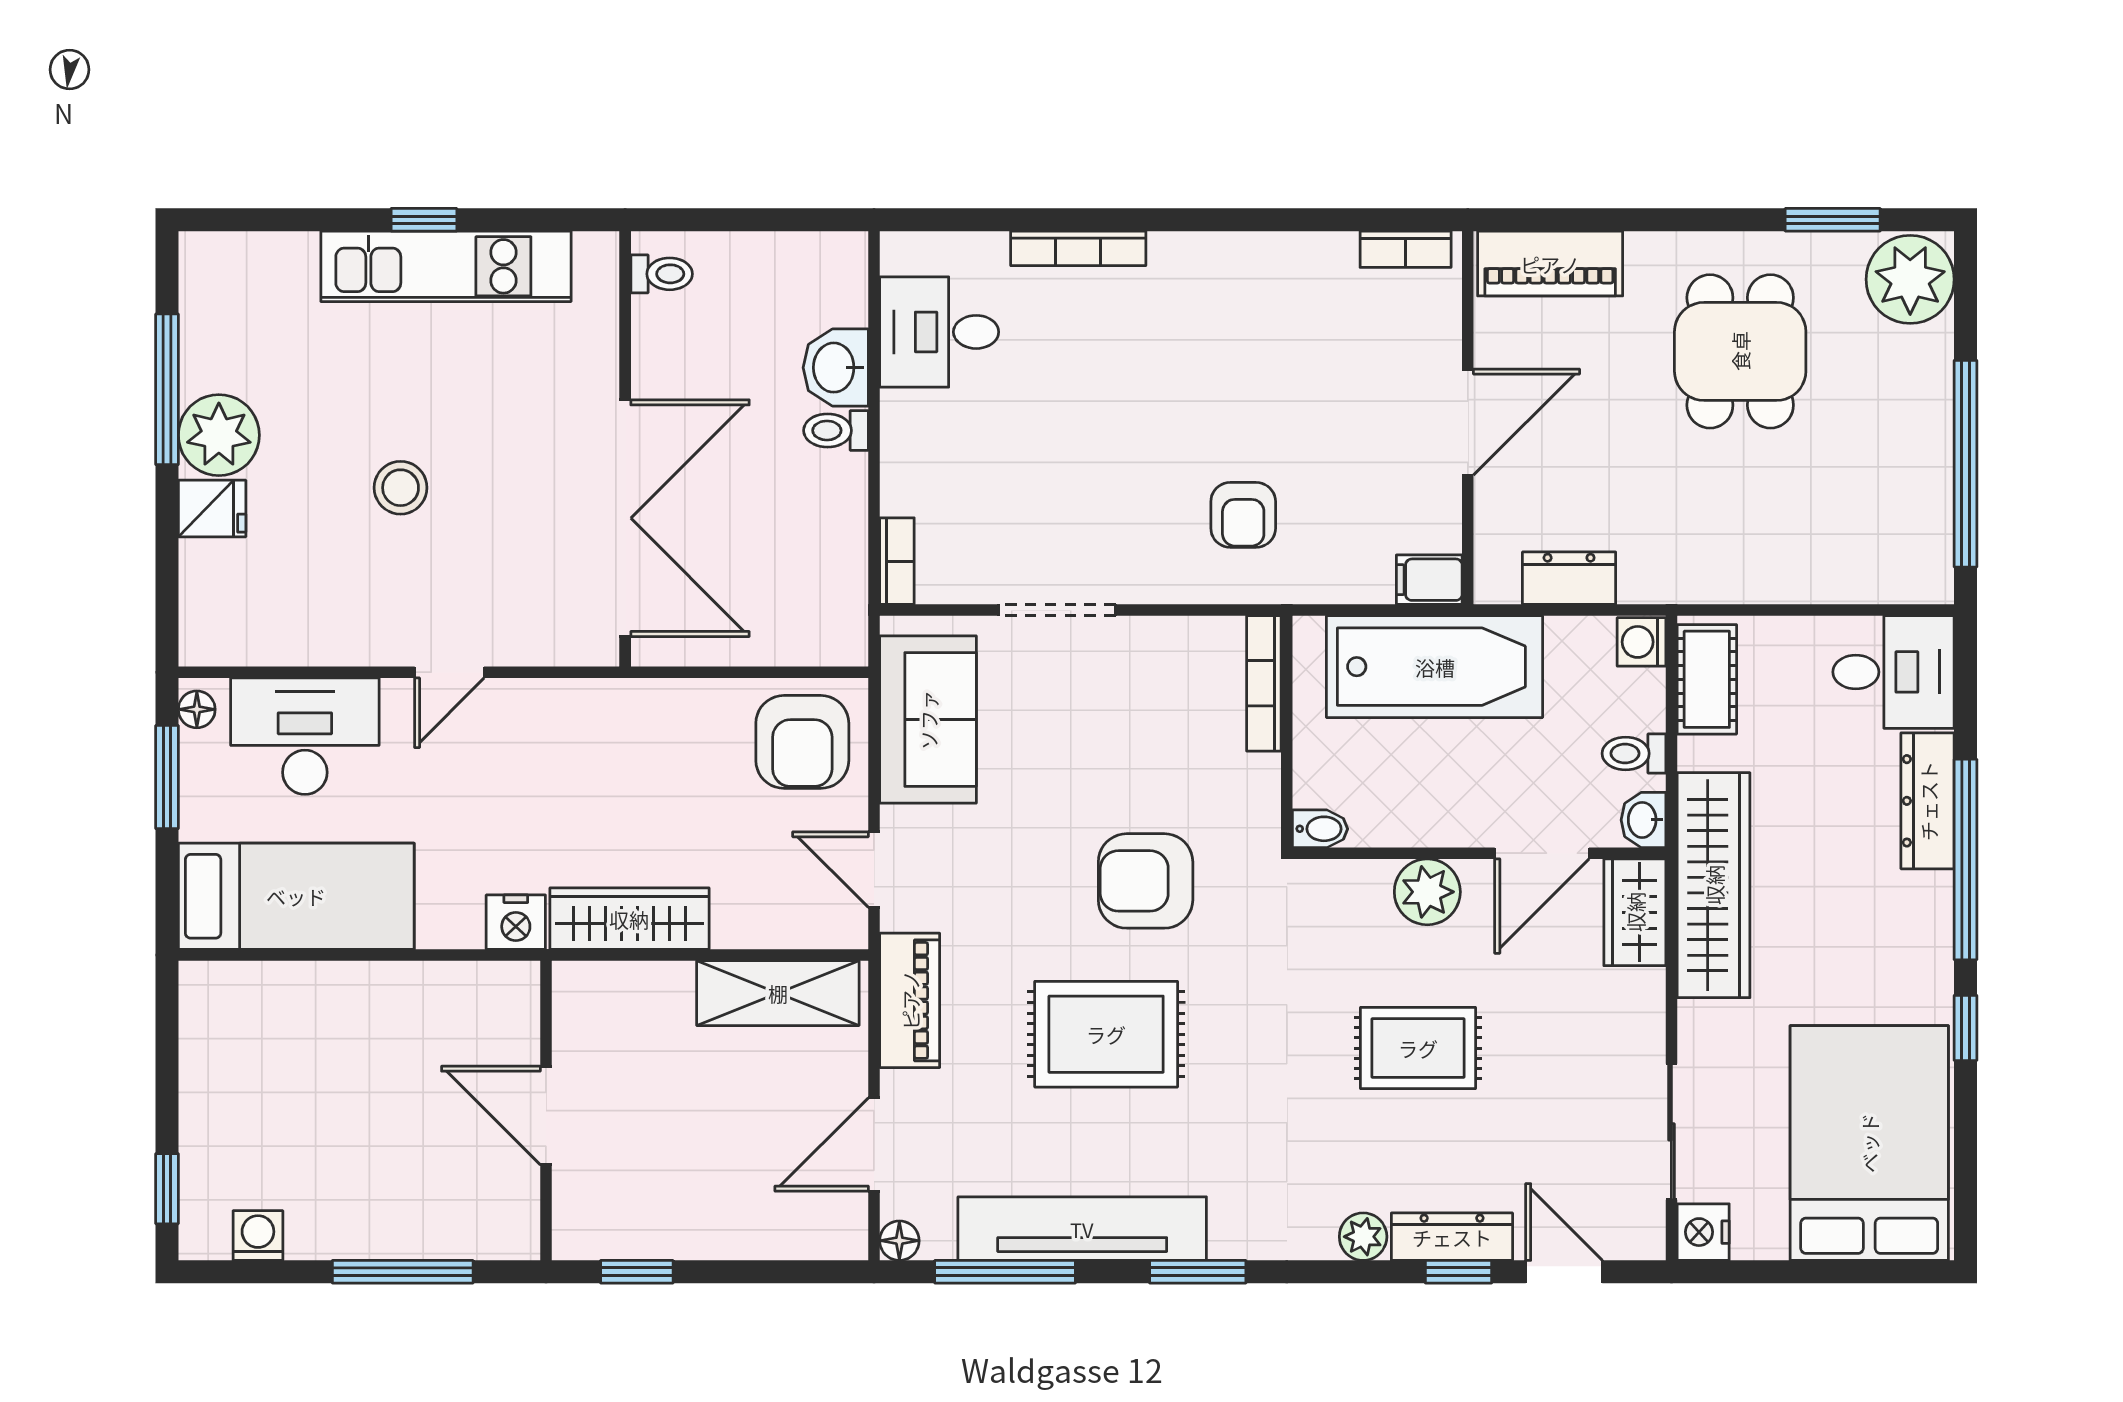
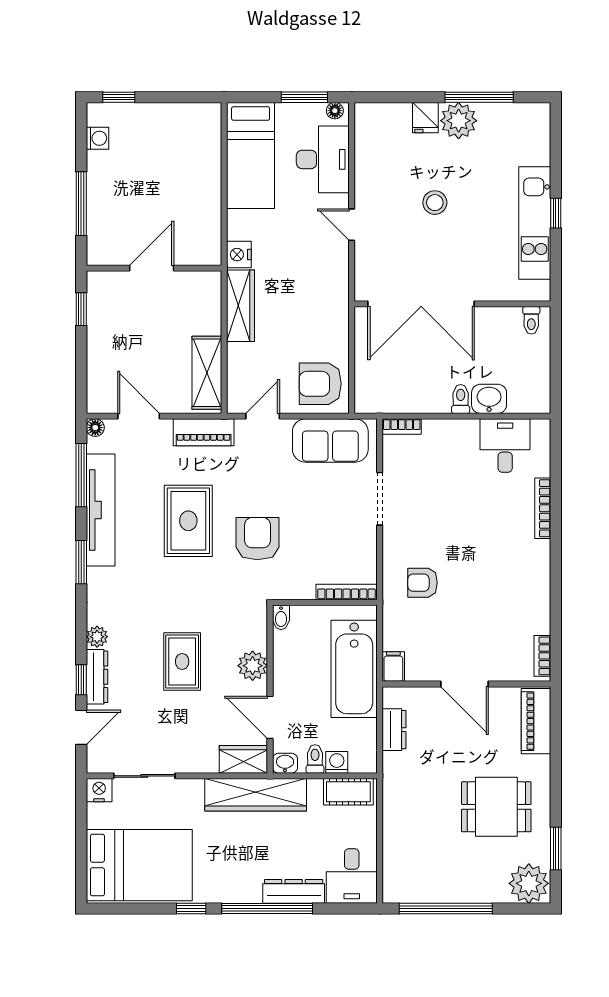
washing machine: (1641, 642) -> (337, 762), moved

